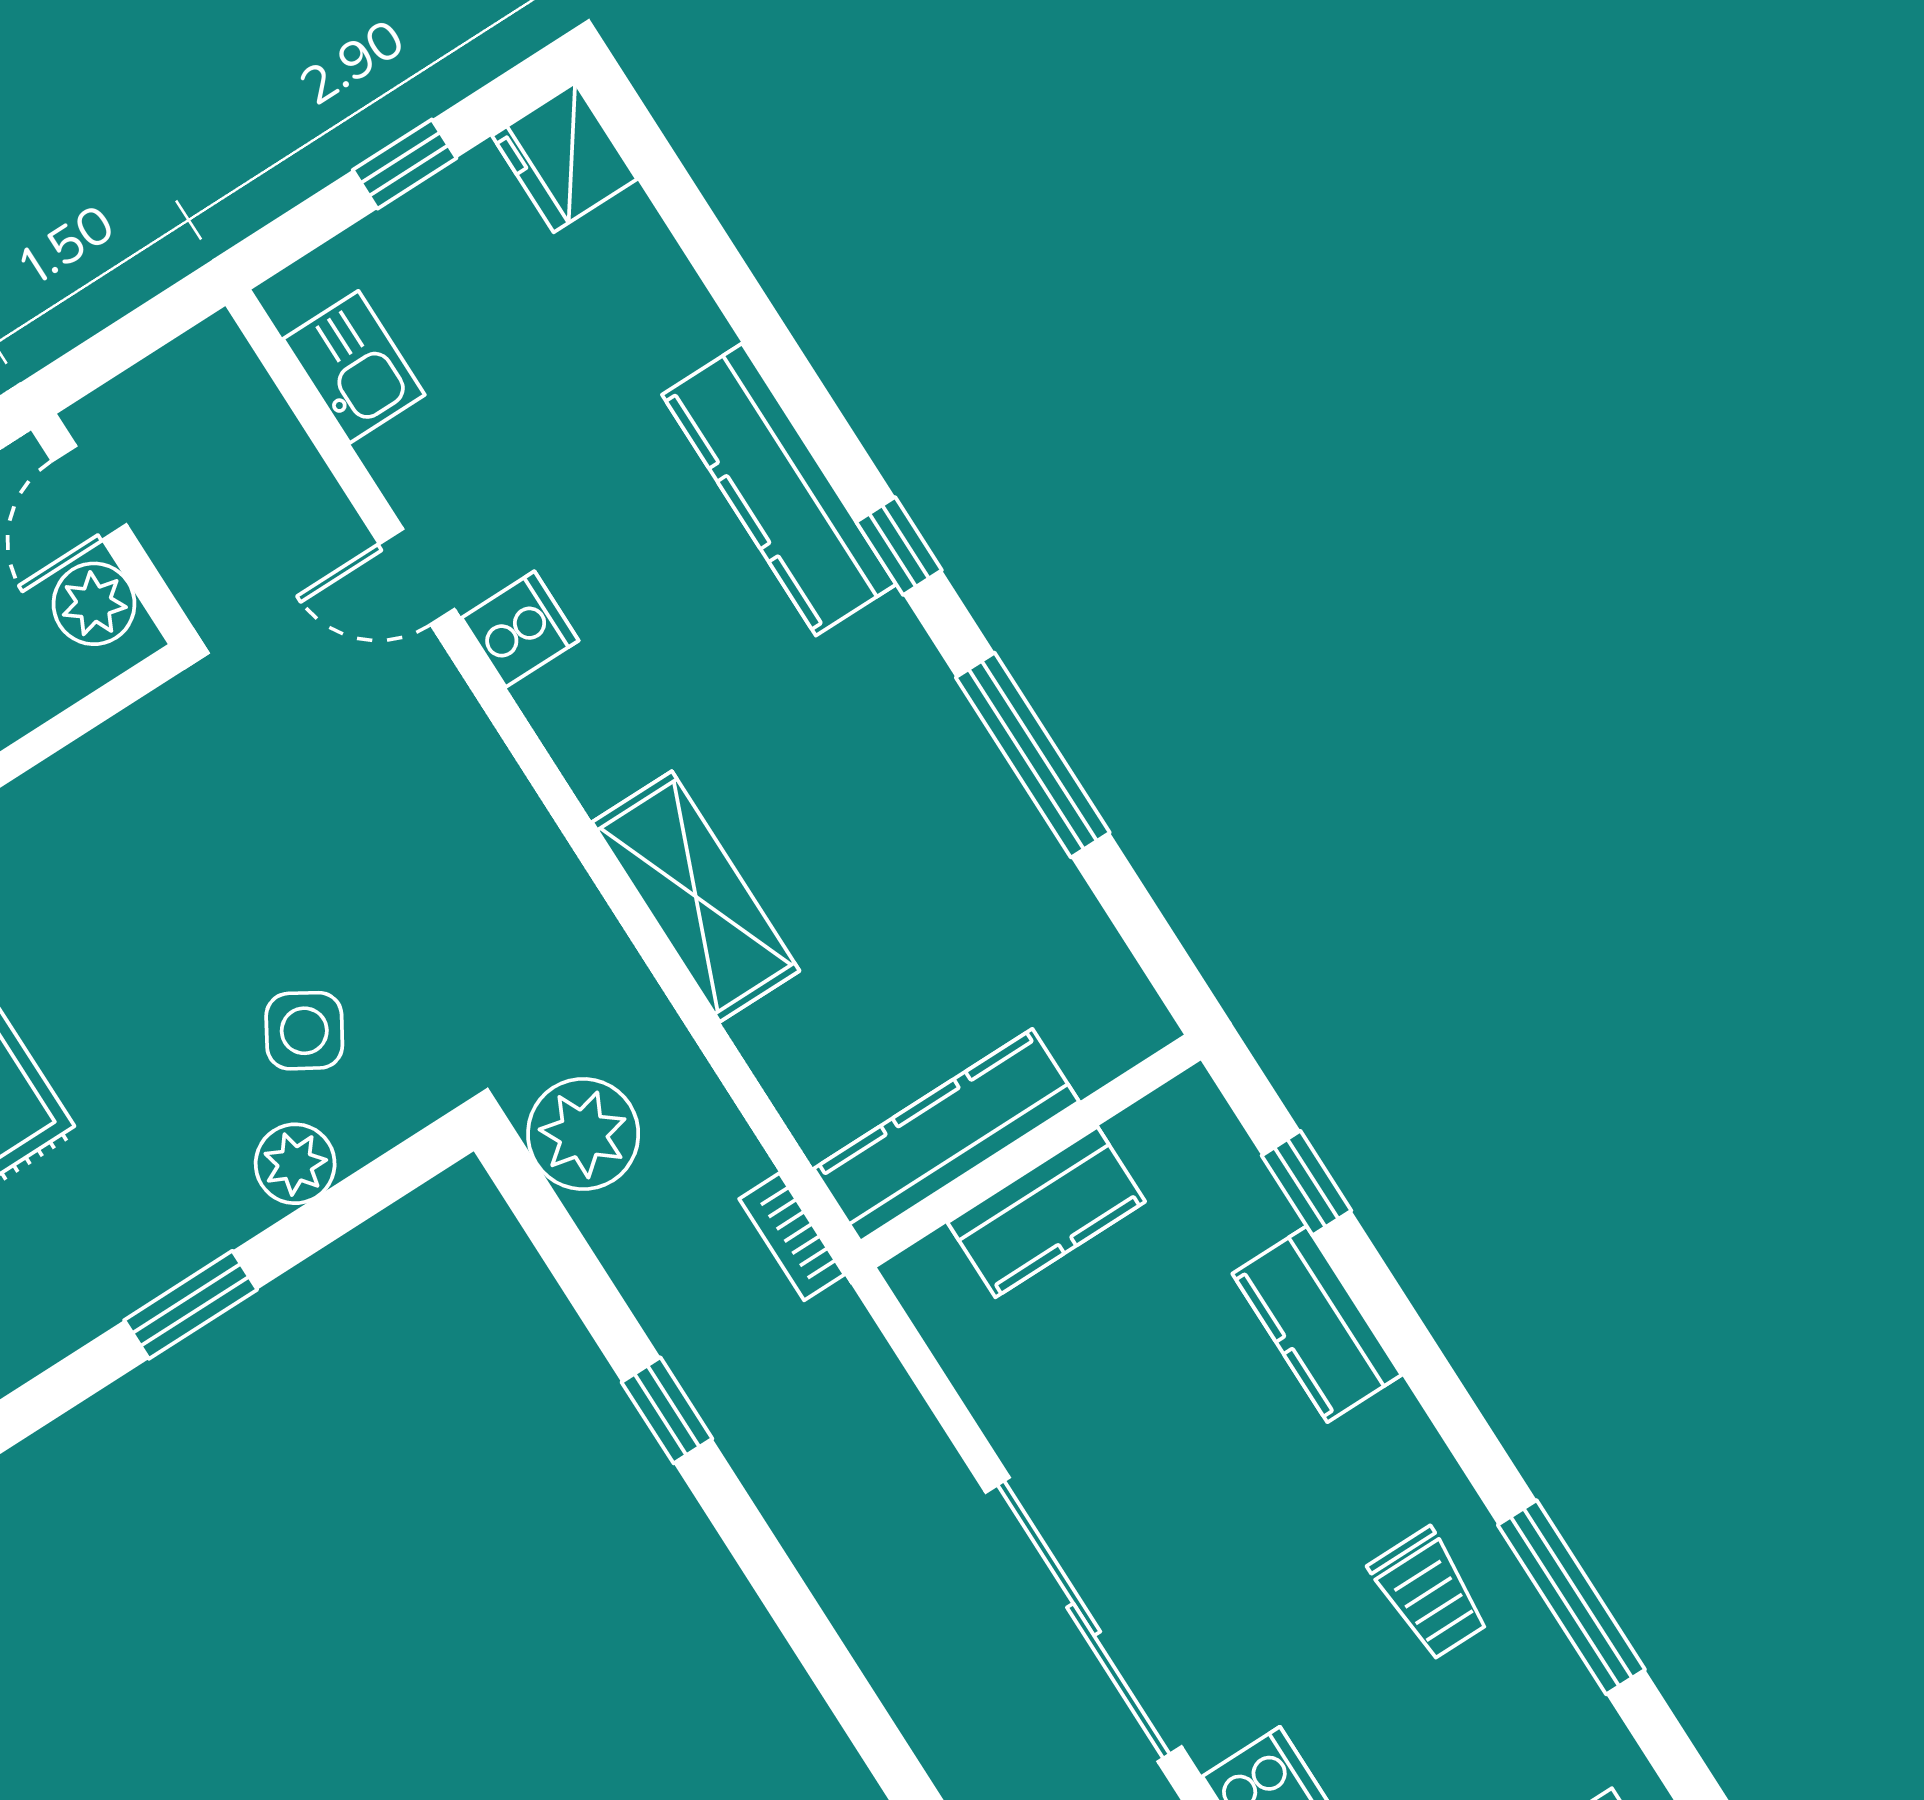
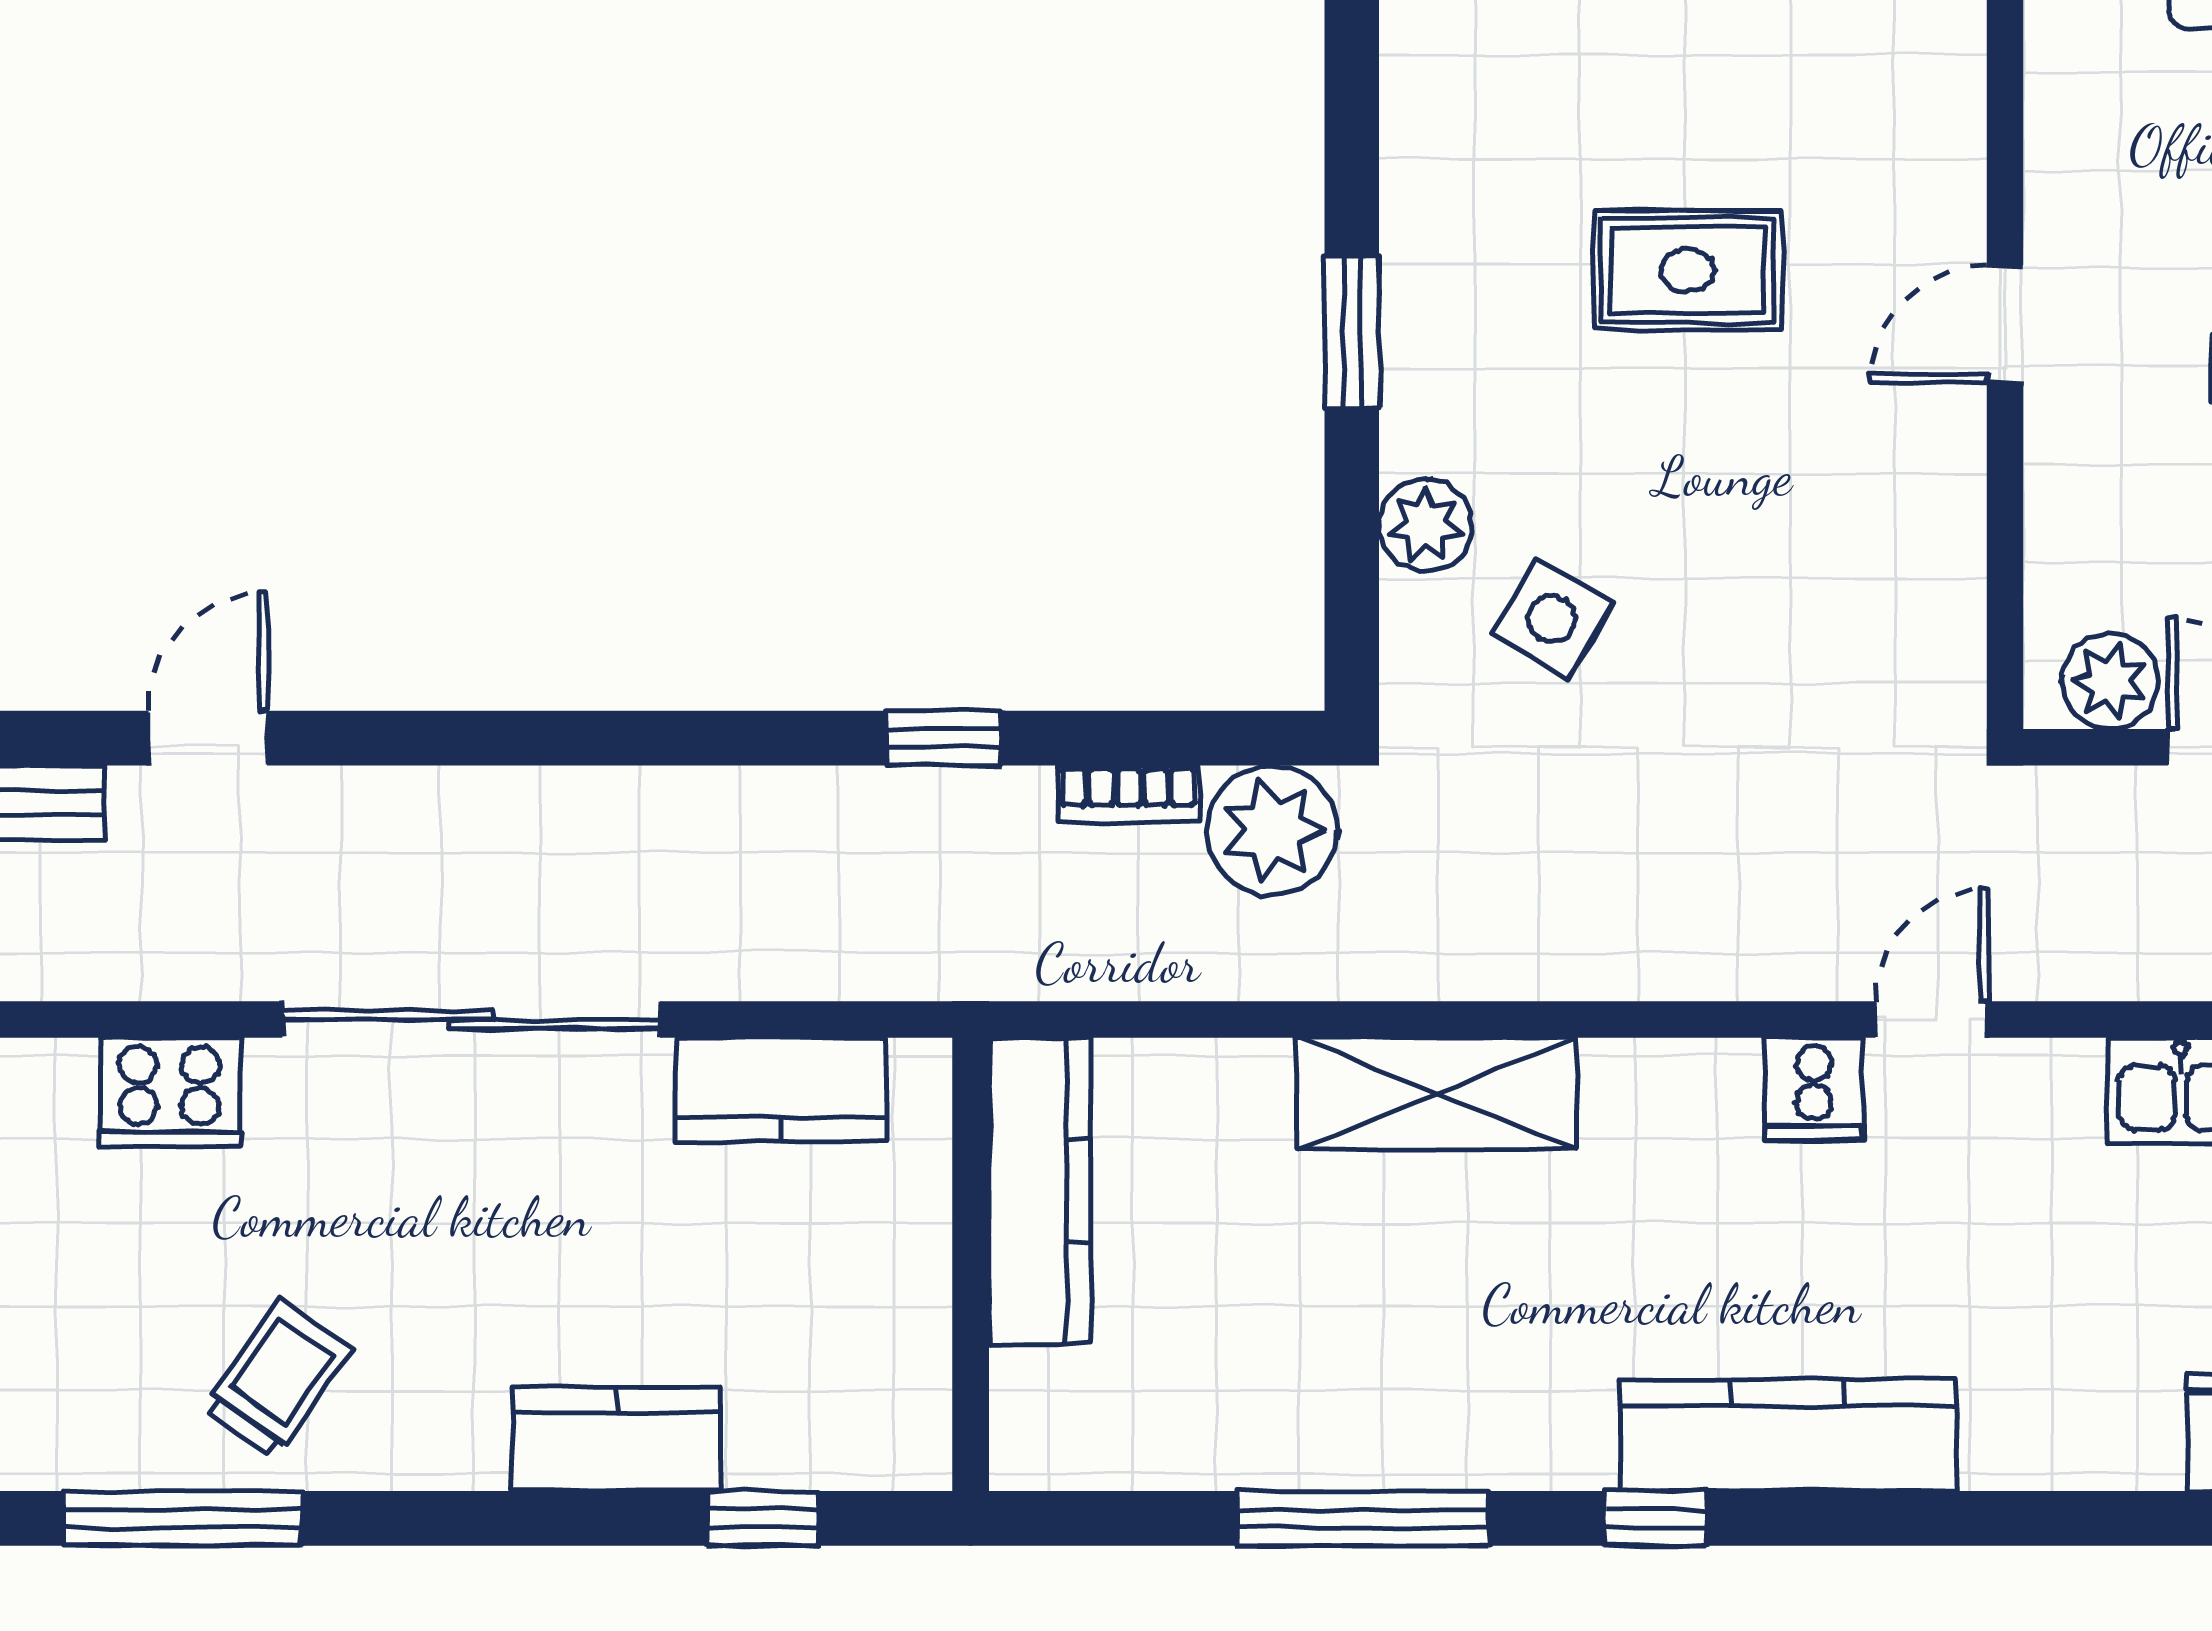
kitchen counter: (1046, 1212) -> (781, 1090), moved, turned -90
bookcase: (792, 1237) -> (1128, 794), moved, turned 180
trolley: (1429, 1594) -> (277, 1379), turned 125

